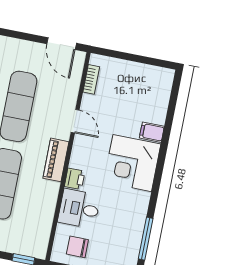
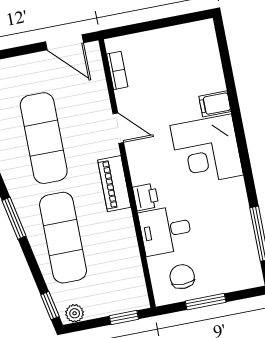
chair: (77, 247) -> (182, 277), turned 90

